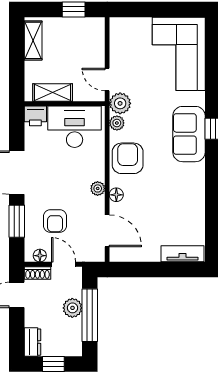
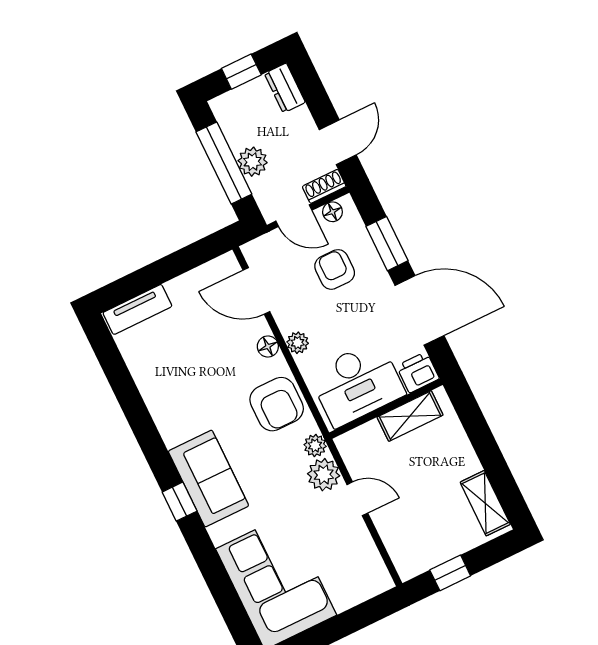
shelving: (53, 92) -> (410, 416), moved
wall: (65, 104) -> (386, 409), moved
printer: (35, 116) -> (418, 372), moved
desk: (75, 127) -> (357, 384), moved

